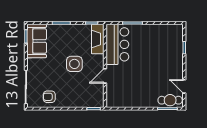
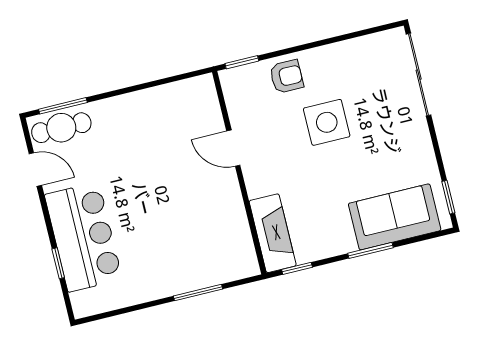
sofa: (37, 41) -> (395, 217), moved, turned 90
bar counter: (117, 44) -> (83, 237), moved, turned 180
side table: (74, 64) -> (327, 122), moved
door: (105, 76) -> (233, 148), swing flipped
armchair: (49, 97) -> (286, 76), moved

